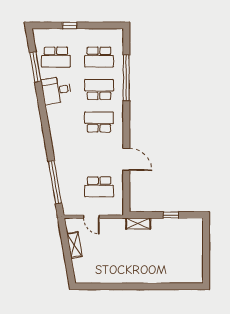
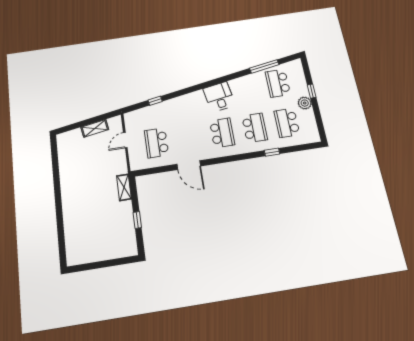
plant: (81, 35) -> (305, 103), added
window: (126, 78) -> (272, 152), width x0.32
desk: (56, 90) -> (219, 97), moved
door: (126, 159) -> (189, 165), hinge flipped
window: (55, 182) -> (155, 101), width x0.32

